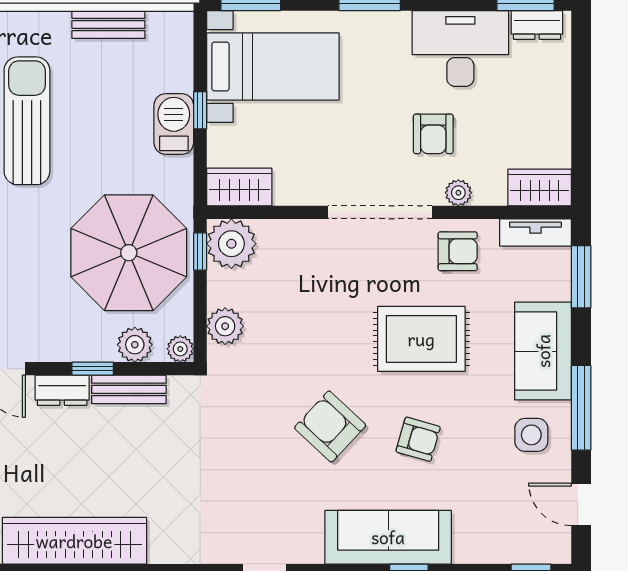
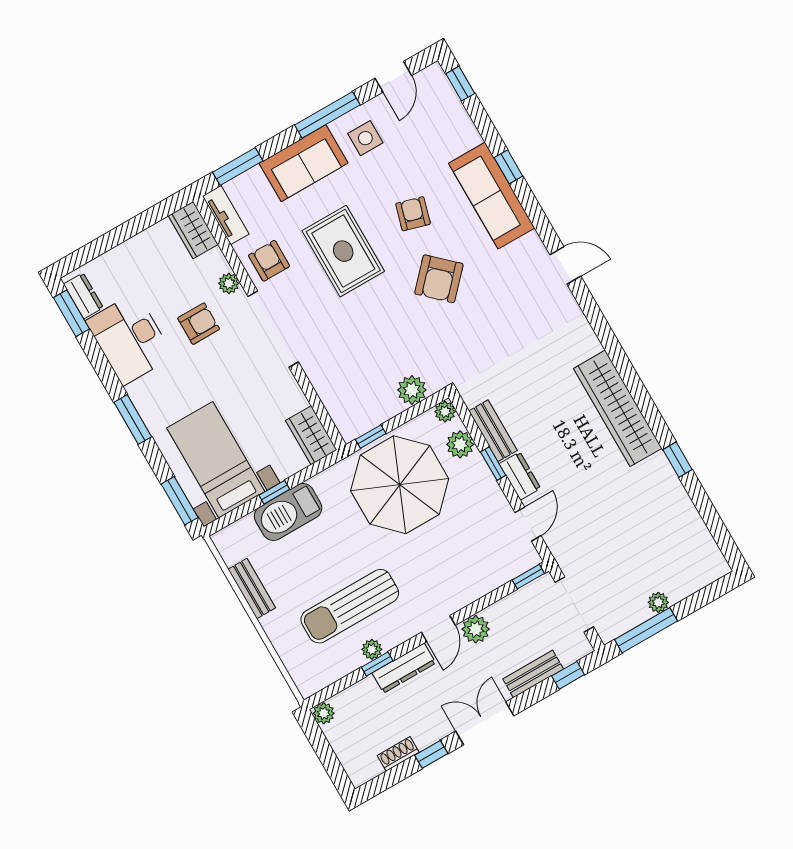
barbecue: (174, 124) -> (288, 512), width x1.37, depth x1.21
plant: (231, 244) -> (353, 418), removed

